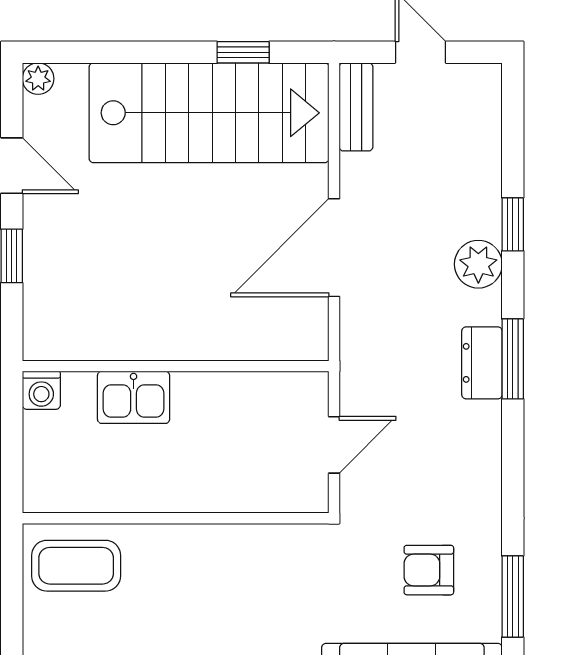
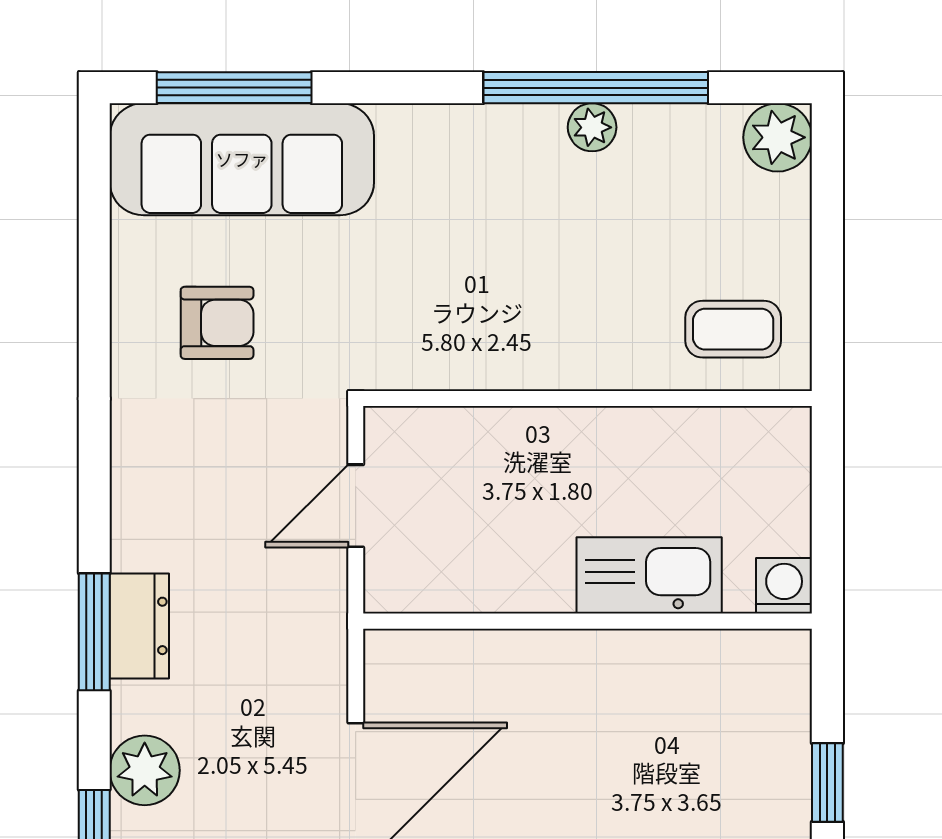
kitchen sink: (134, 397) -> (649, 575), width x1.38
coffee table: (76, 566) -> (733, 329), width x0.73, depth x0.77
window: (513, 597) -> (94, 284), removed

